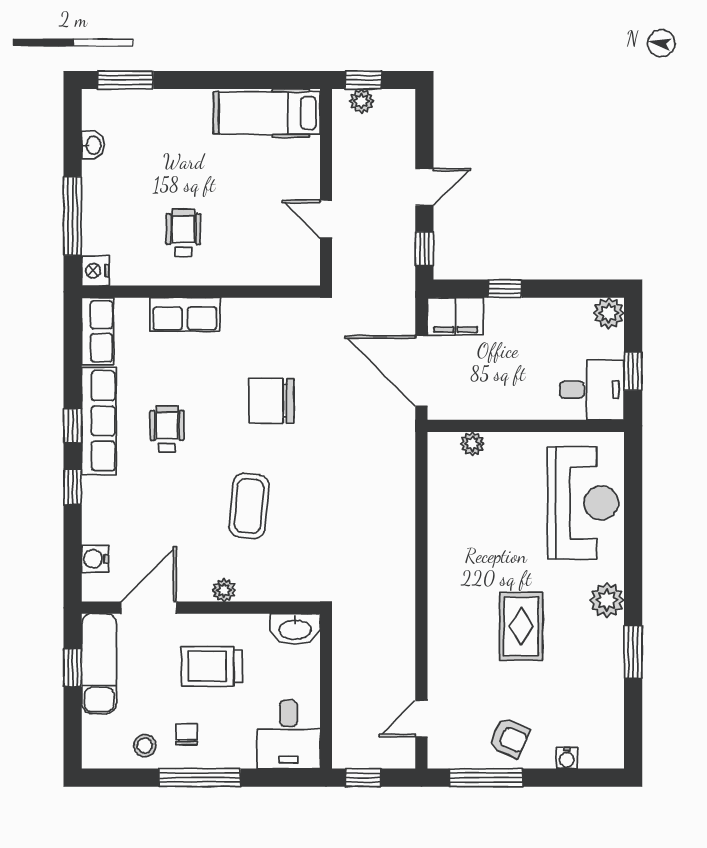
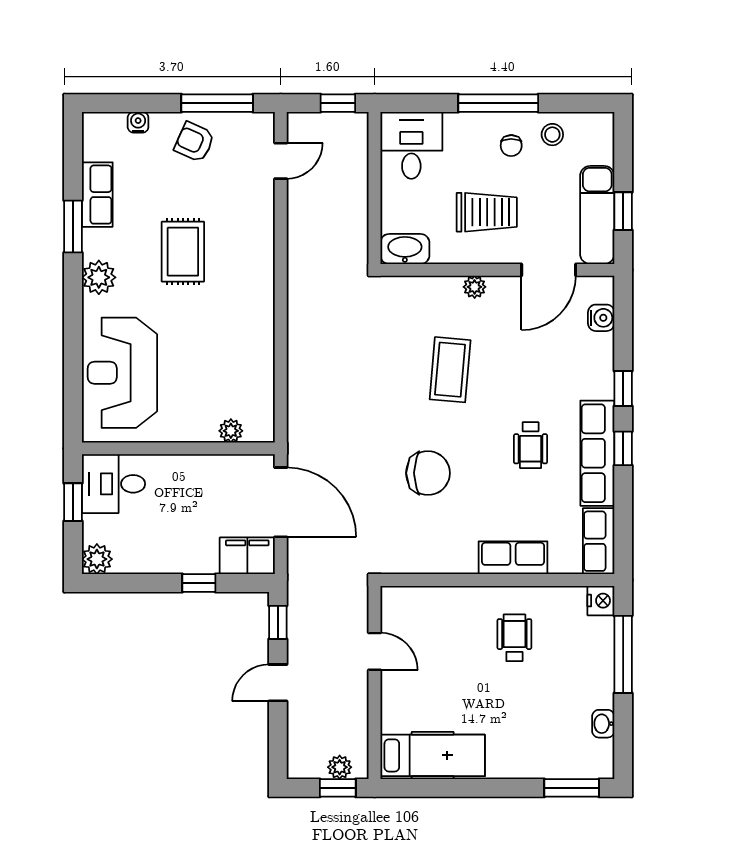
wheelchair: (183, 233) -> (514, 638), turned 180
row of seats: (608, 684) -> (97, 195), added

